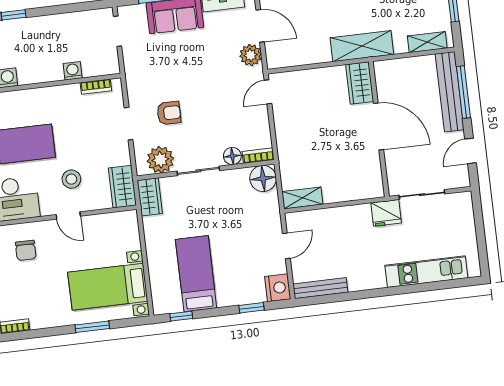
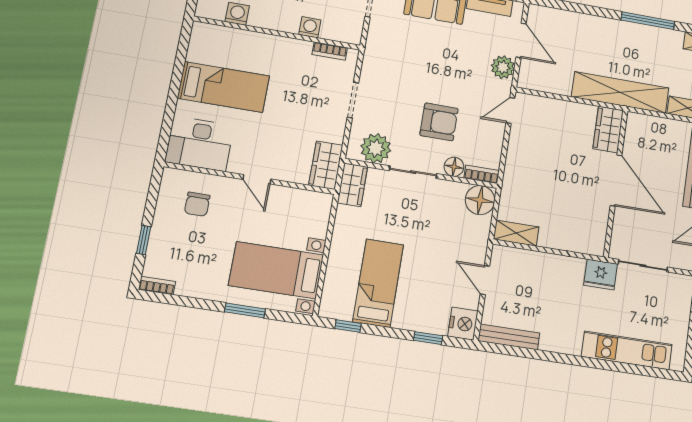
shelving: (362, 46) -> (620, 92), width x1.47
armchair: (169, 113) -> (439, 122), moved, width x1.38, depth x1.38
stool: (71, 179) -> (273, 141), removed
door: (286, 246) -> (485, 280), swing flipped

